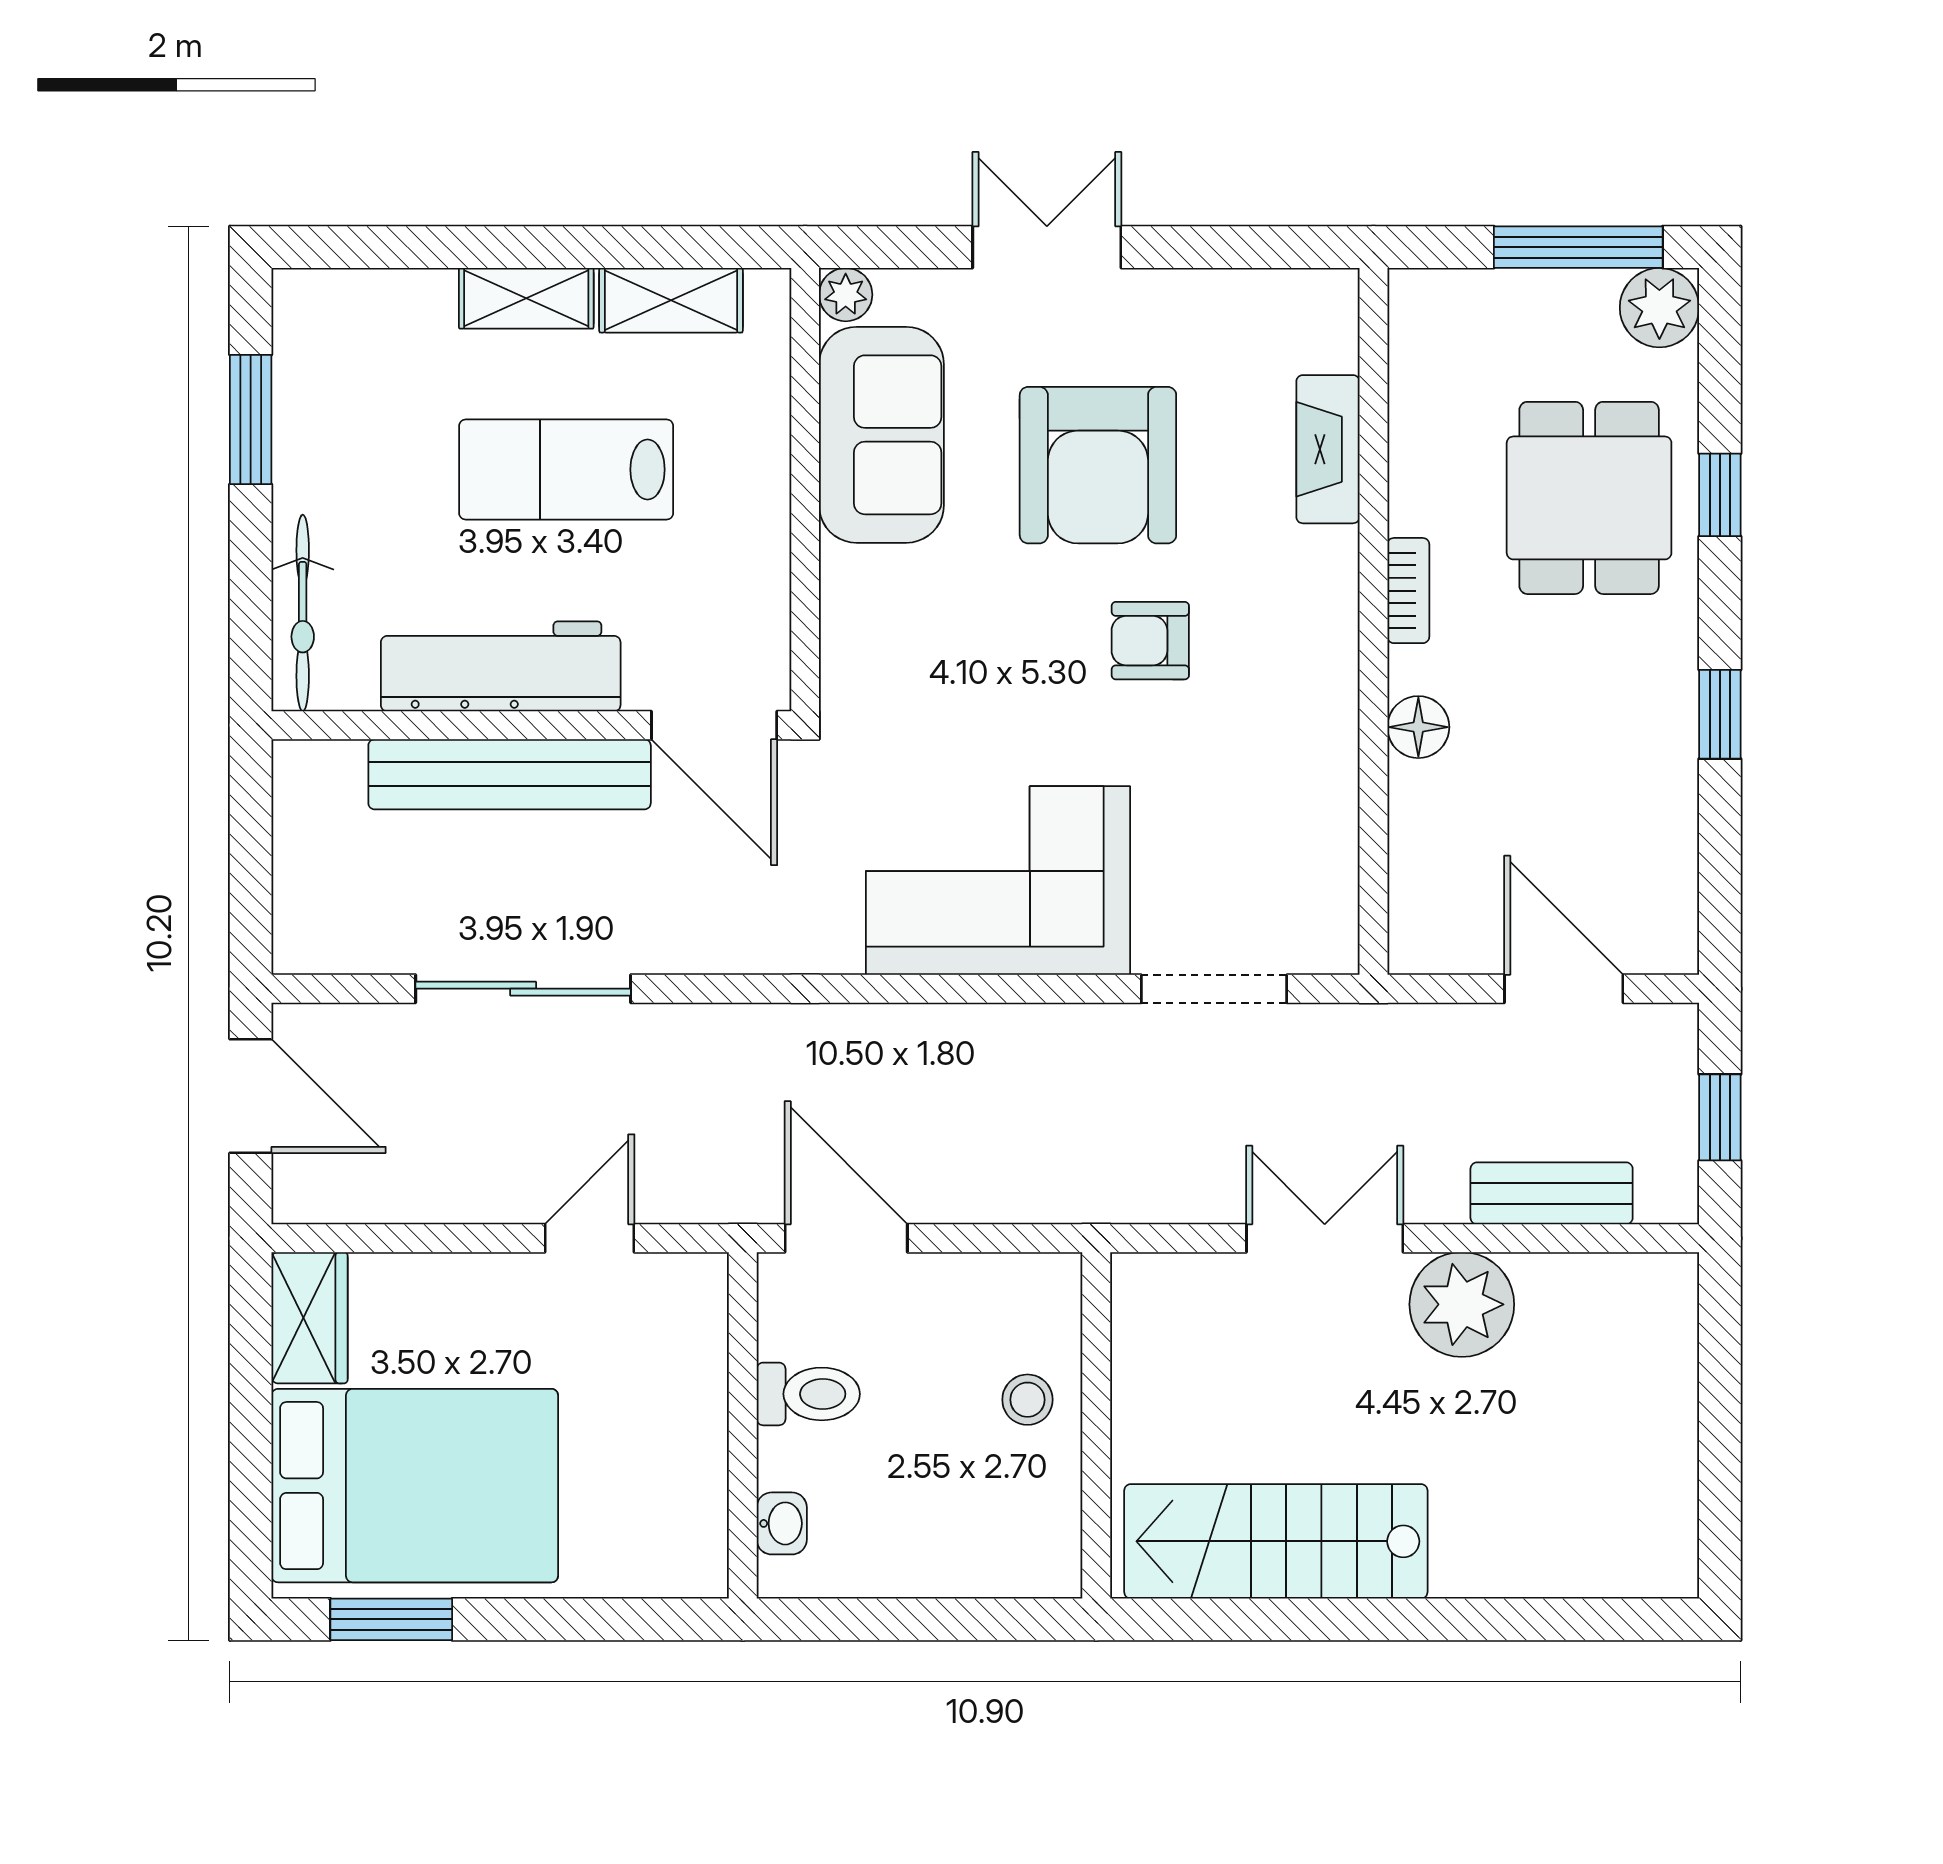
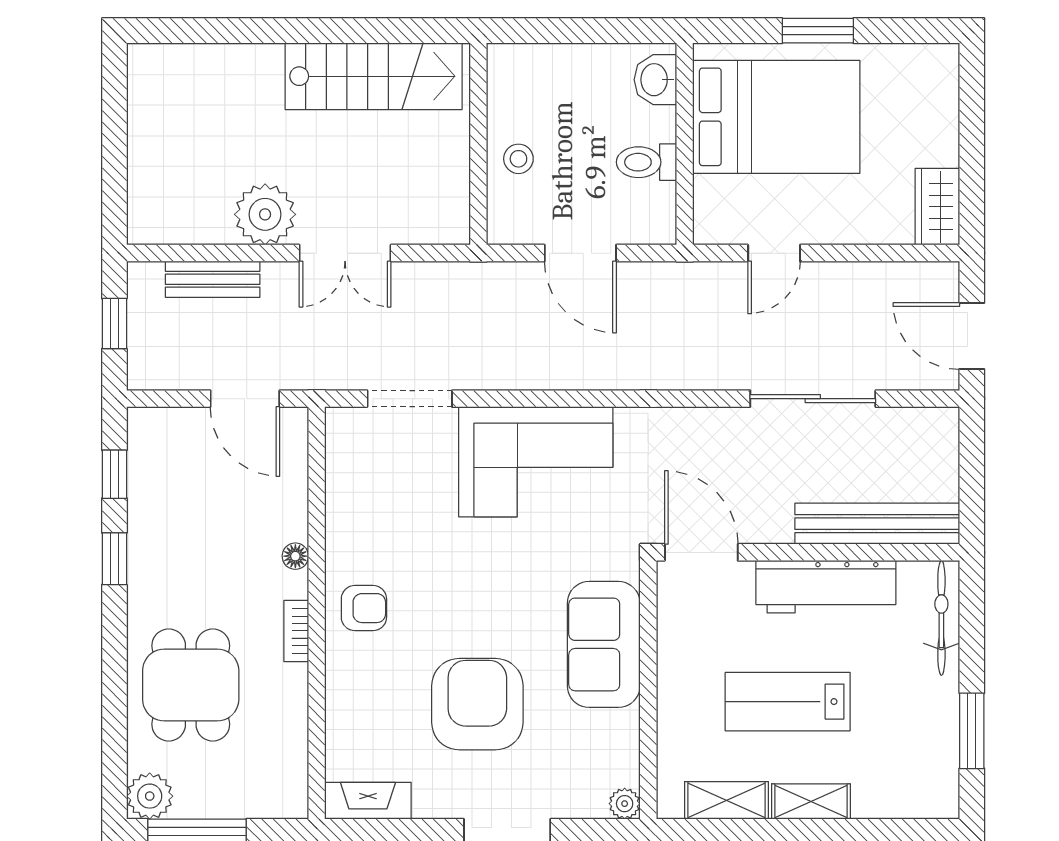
sofa: (881, 435) -> (604, 644), moved
fireplace: (1328, 449) -> (368, 801), moved, turned -90
lab bench: (566, 470) -> (788, 702), turned 180
window: (1720, 495) -> (114, 474), moved
armchair: (1150, 641) -> (364, 608), moved
floor lamp: (1418, 727) -> (295, 556), width x0.73, depth x0.73
bench: (510, 774) -> (877, 524), moved
door: (1564, 989) -> (245, 399), moved
door: (846, 1238) -> (580, 253), moved
bed: (415, 1486) -> (776, 117), moved, turned 180
washbasin: (782, 1523) -> (655, 80), width x1.38, depth x1.45
window: (391, 1619) -> (818, 31), moved

